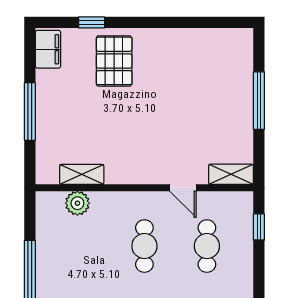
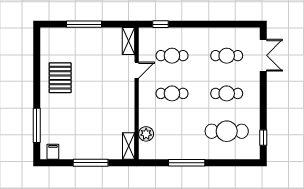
window: (92, 22) -> (37, 125), width x2.17
filing cabinet: (48, 49) -> (53, 152), width x0.50
pallet: (114, 61) -> (60, 78), moved, turned 90
shelving: (82, 174) -> (129, 146), moved

